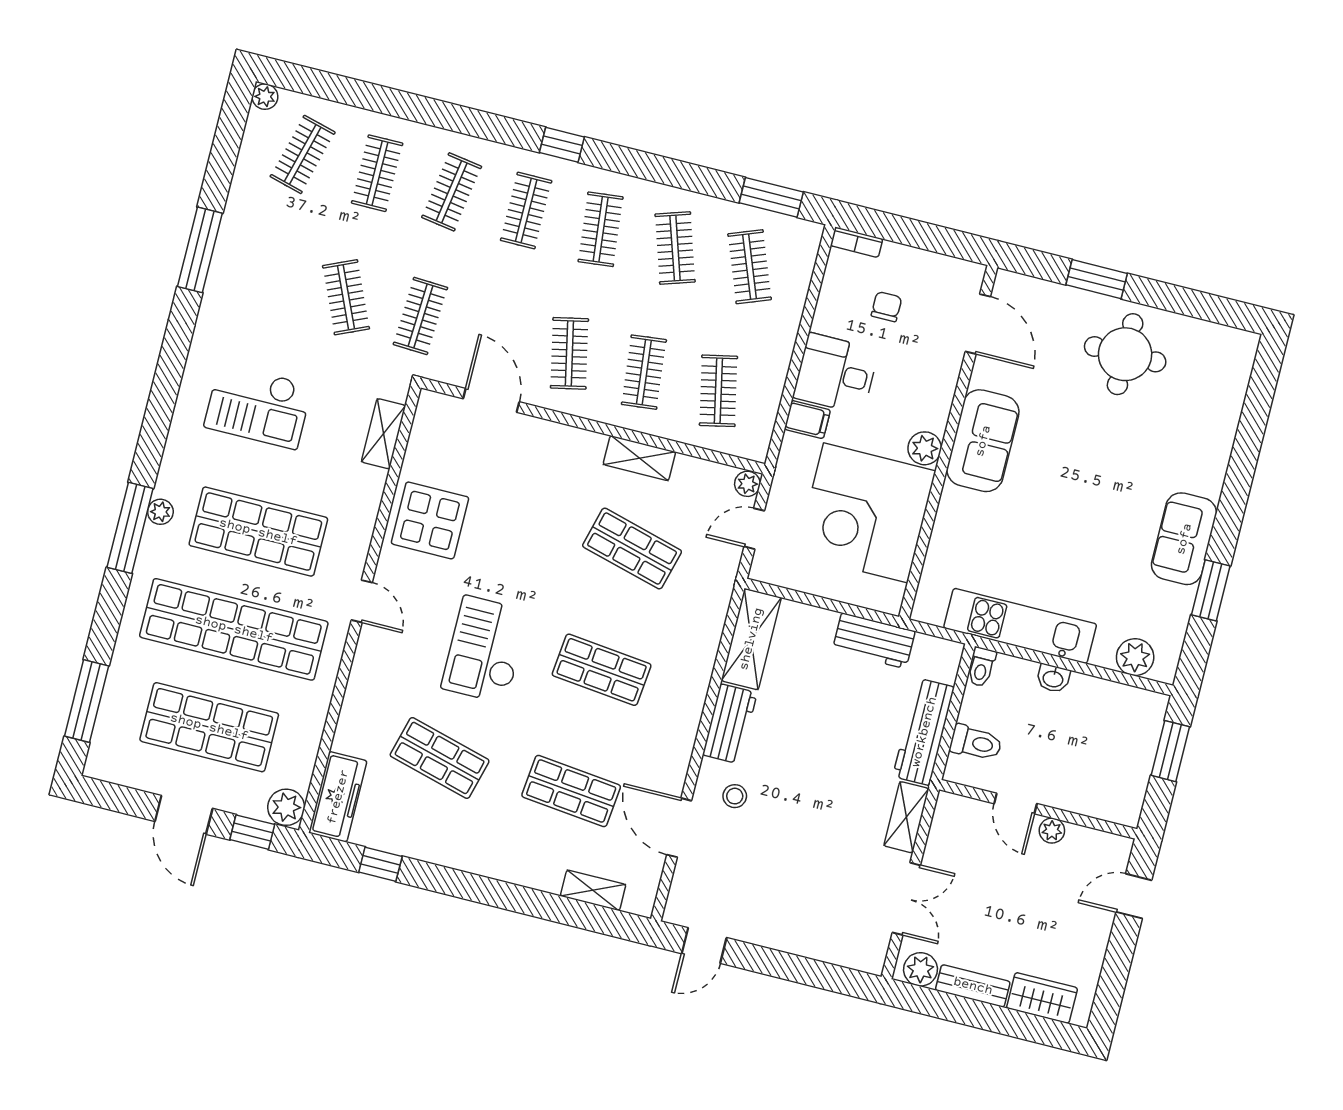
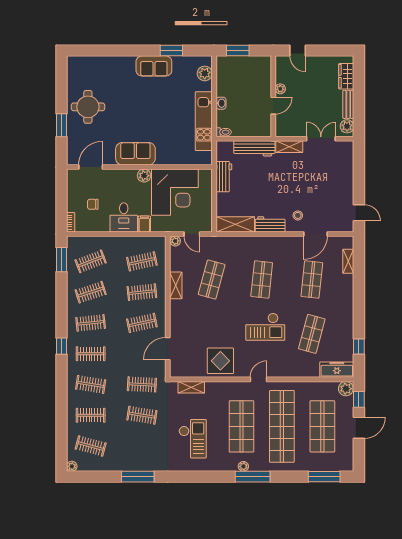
clothes rail: (346, 297) -> (142, 415), turned 33
toilet: (976, 743) -> (254, 127), removed

